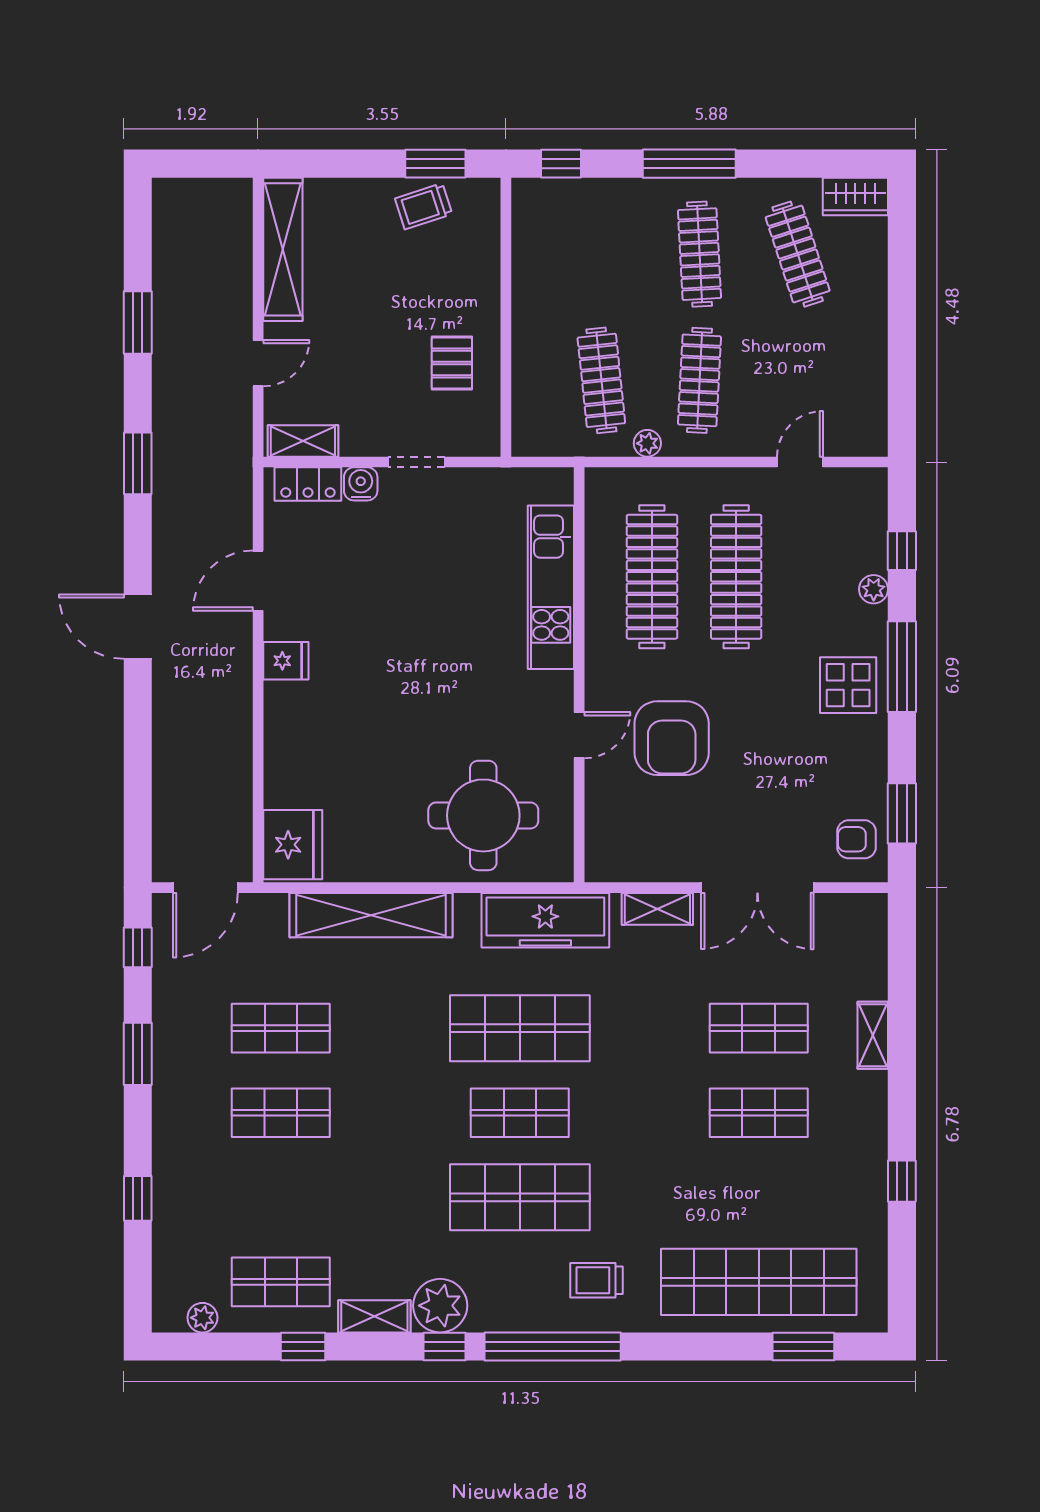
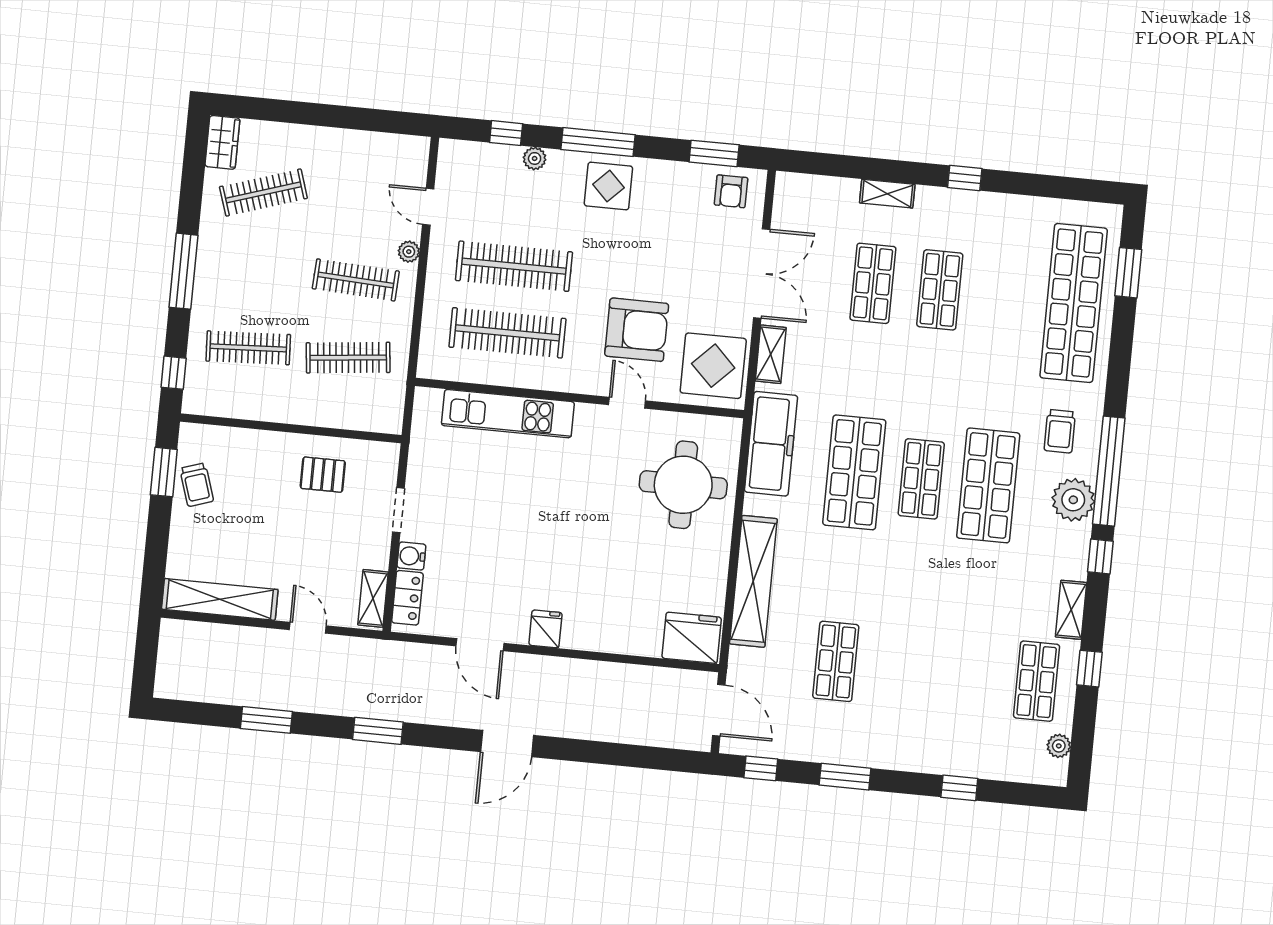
clothes rail: (699, 254) -> (248, 348), moved
plant: (647, 443) -> (409, 252), moved
display table: (636, 838) -> (713, 366), added
shop shelf: (281, 1113) -> (903, 668), removed
window: (902, 1181) -> (965, 178), moved
plant: (440, 1306) -> (1073, 500), moved

